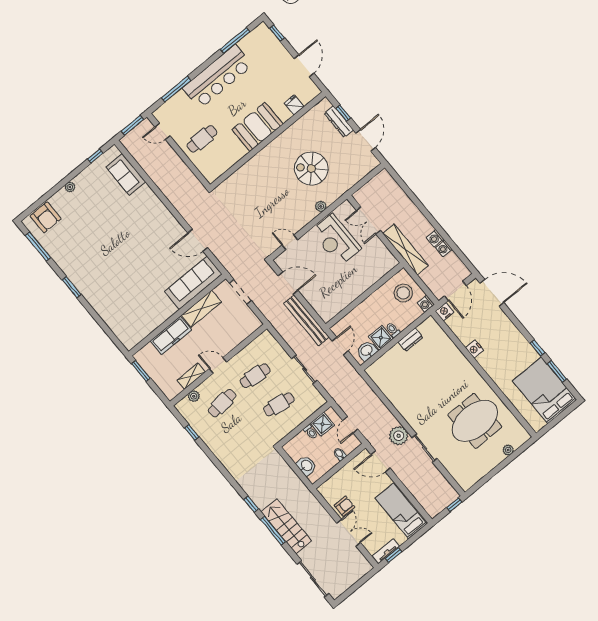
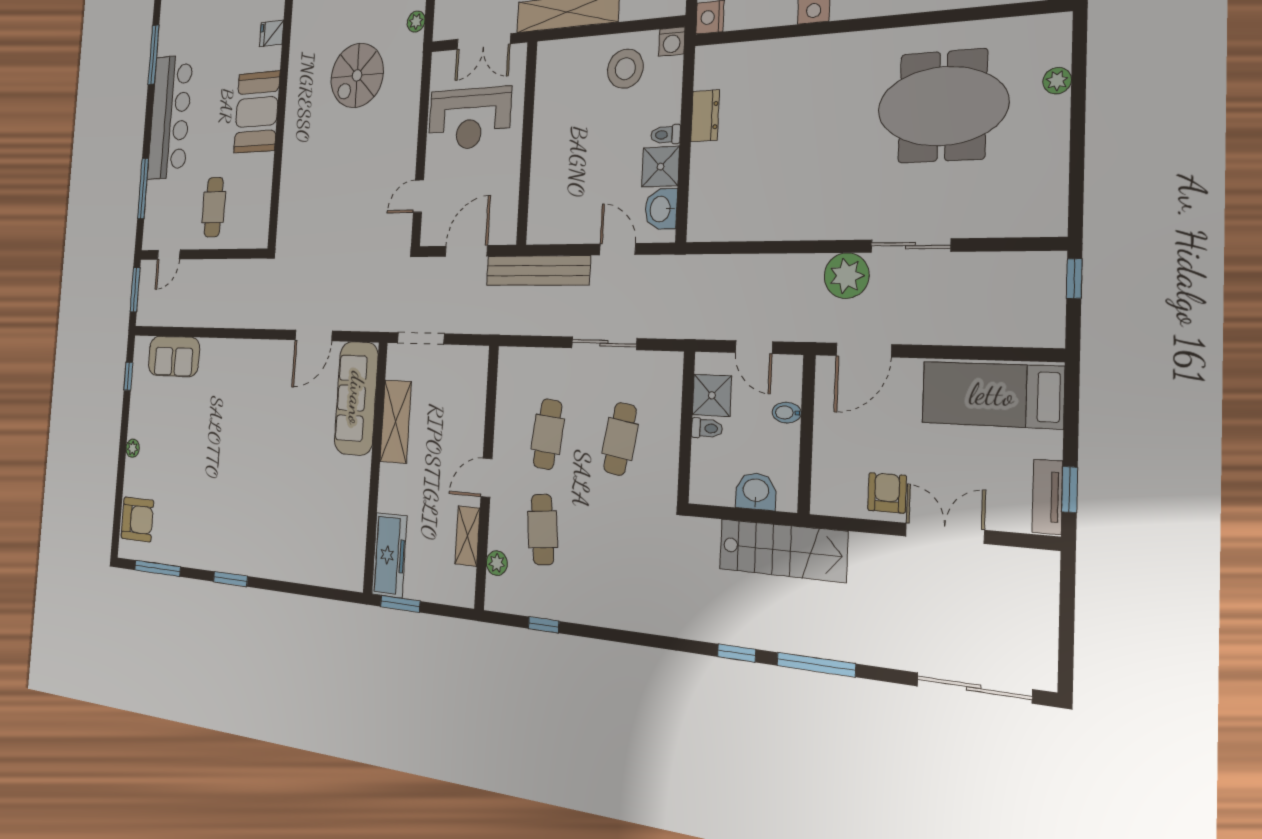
plant: (321, 206) -> (416, 22), moved
wall: (365, 296) -> (527, 143), moved
freezer: (171, 335) -> (389, 555), moved
meeting table: (475, 421) -> (942, 106), turned 90
stairs: (286, 526) -> (783, 550), moved, turned 180

